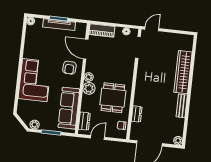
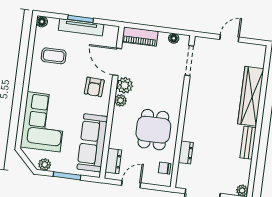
door: (152, 29) -> (229, 38), moved
coffee table: (40, 46) -> (54, 56), added
corner sofa: (35, 80) -> (44, 122), moved
plant: (89, 88) -> (125, 85), moved

